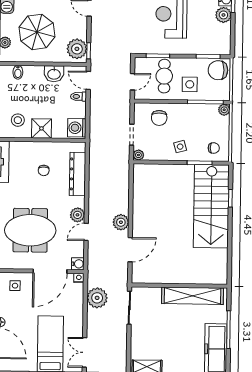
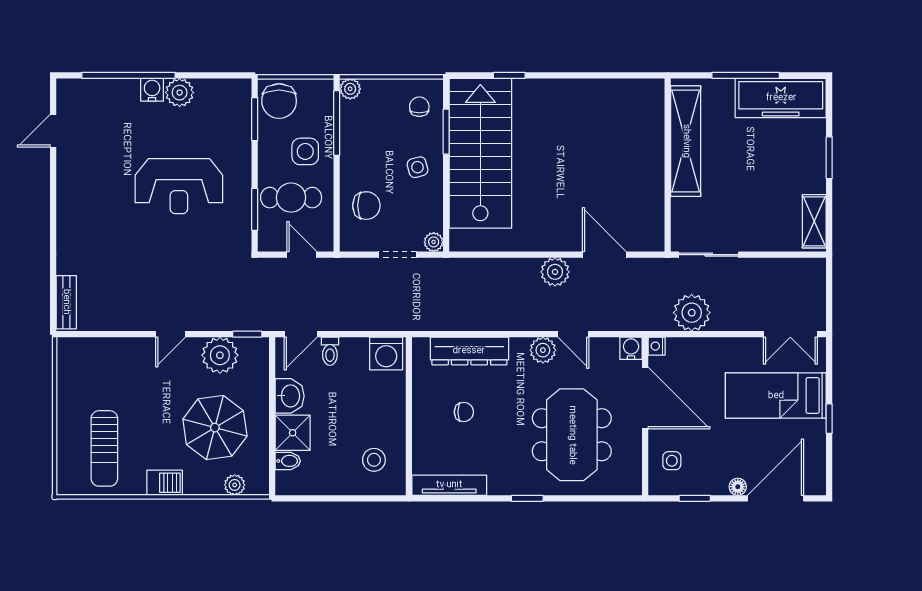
plant: (77, 49) -> (220, 355), moved
shower: (41, 128) -> (293, 433), moved
stairs: (211, 206) -> (480, 153), moved, turned -90

